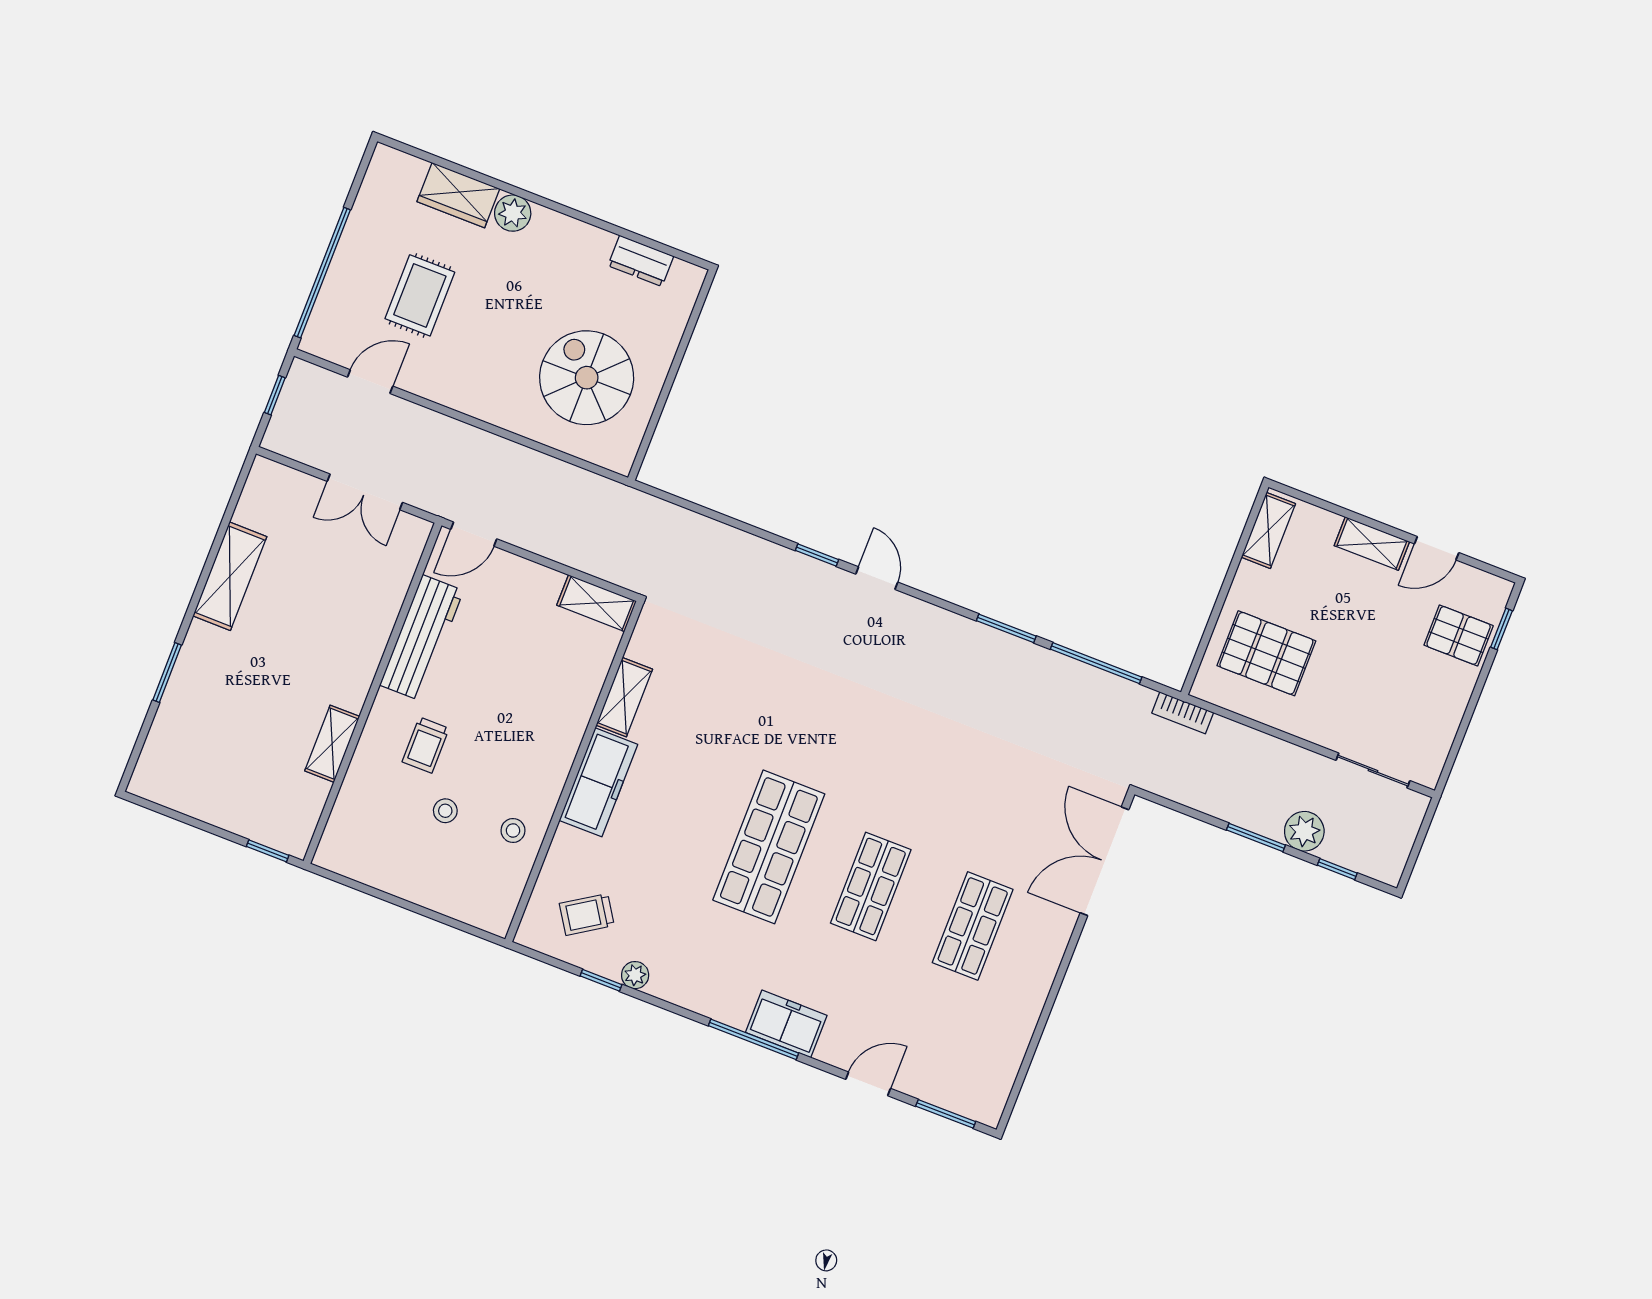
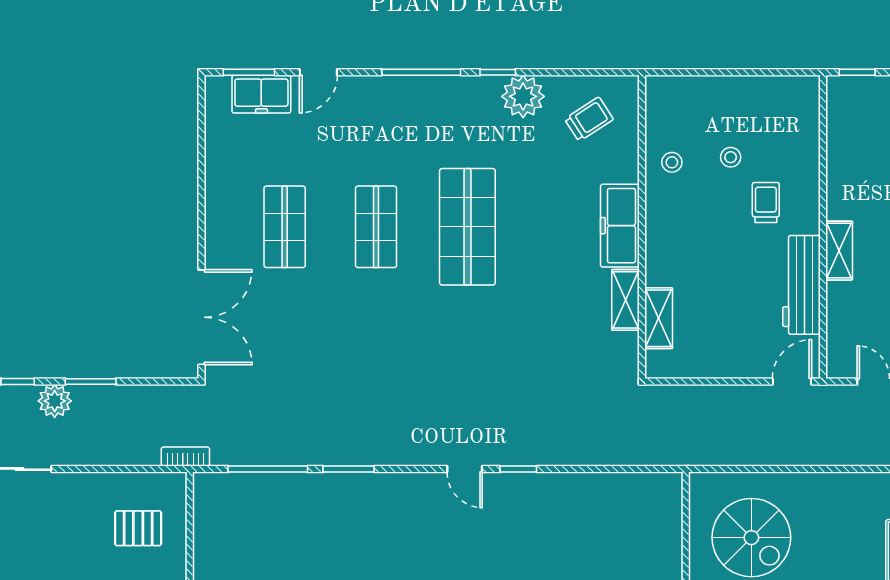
shelving: (597, 603) -> (659, 318), moved, turned 90
pallet: (1266, 653) -> (138, 528), width x0.67, depth x0.71
shelving: (332, 744) -> (839, 251), moved
plant: (635, 975) -> (523, 96), width x1.88, depth x1.88
window: (601, 980) -> (498, 72), moved
freezer: (786, 1024) -> (261, 94), moved

